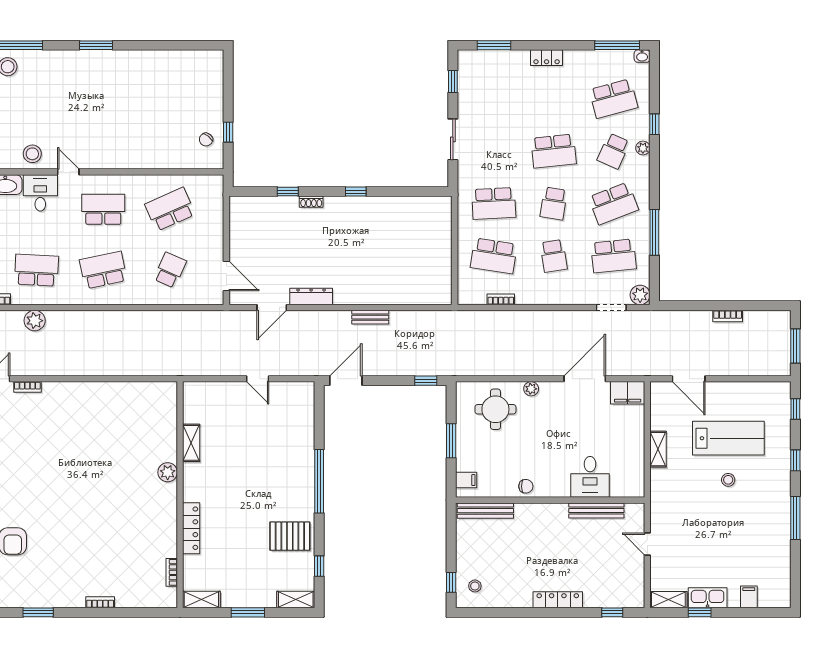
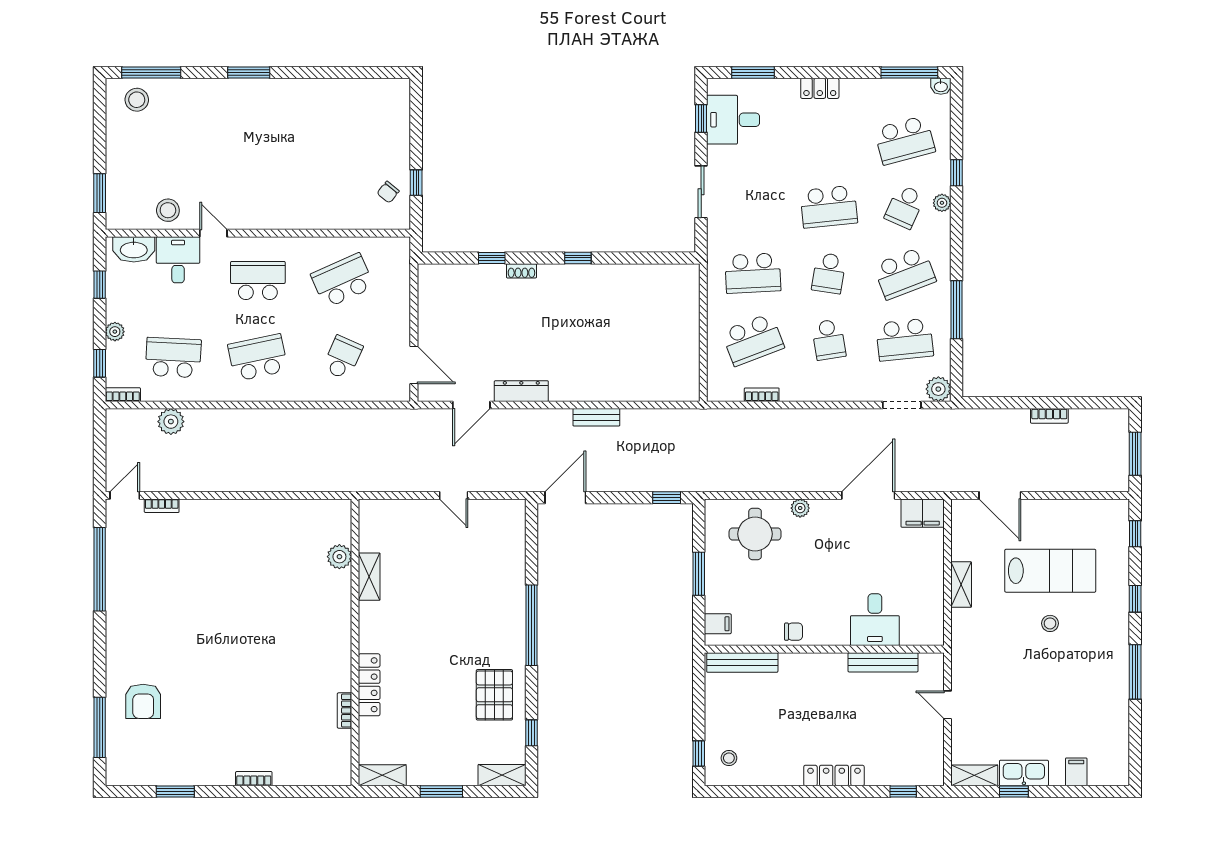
desk: (478, 82) -> (733, 120), added
school desk: (494, 256) -> (753, 340), turned -30
plant: (168, 472) -> (339, 557), moved
pallet: (290, 536) -> (494, 695), turned 90
bookcase: (172, 572) -> (345, 711), moved

